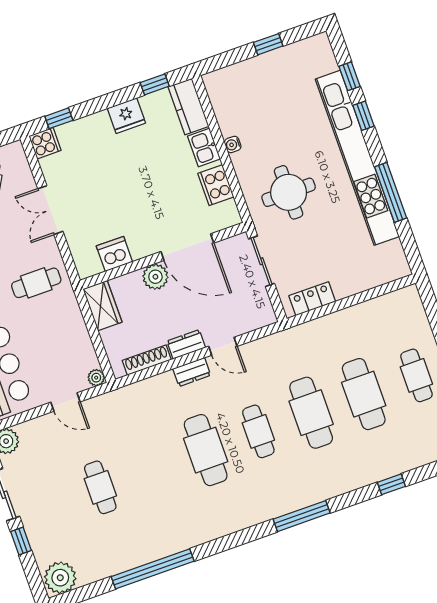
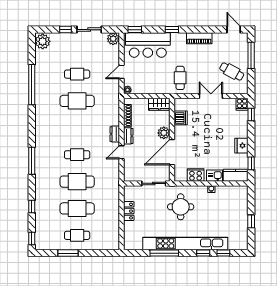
locker: (312, 299) -> (129, 211), moved
cafe table: (206, 450) -> (77, 101), moved

